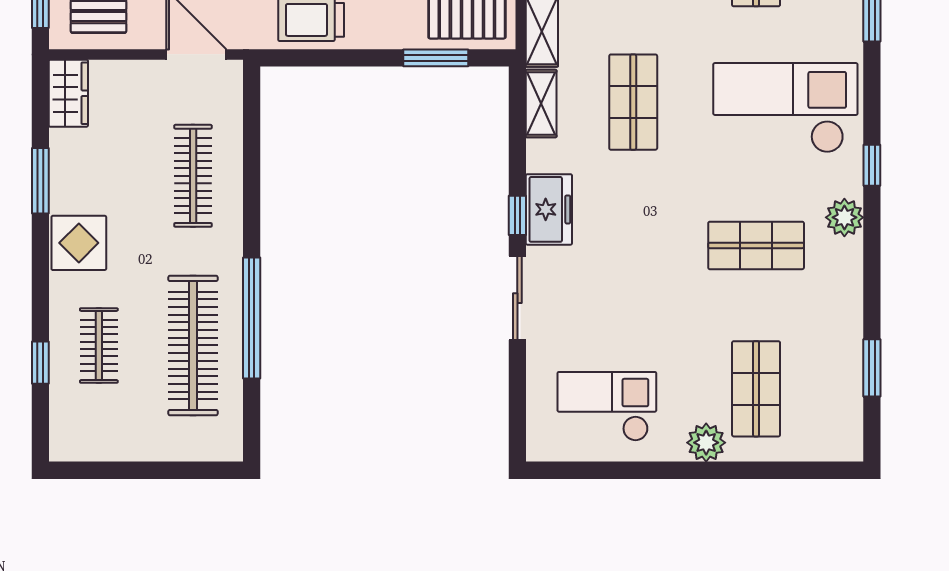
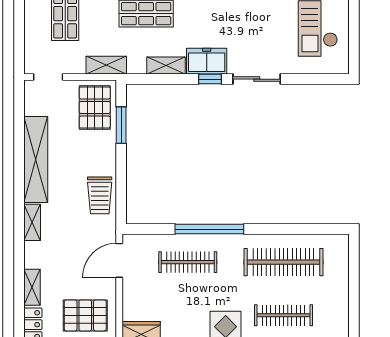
shelving: (541, 104) -> (166, 66), moved
window: (252, 318) -> (209, 229), moved
clothes rail: (99, 345) -> (283, 315), width x1.36

